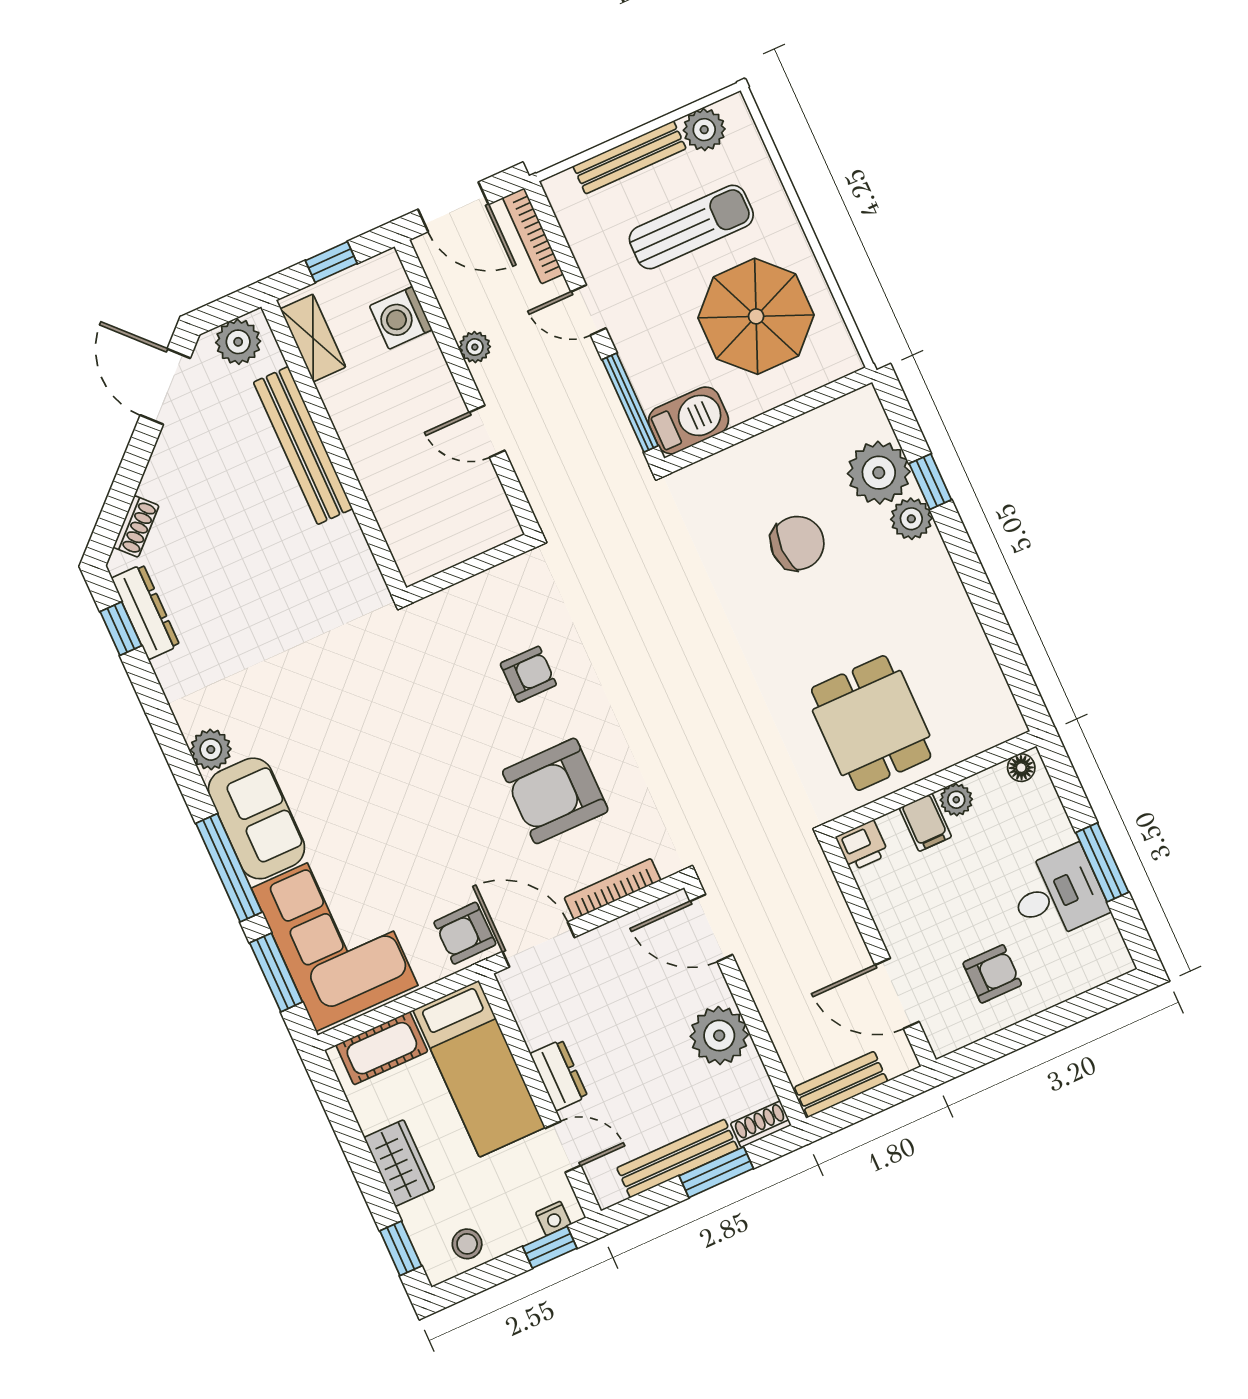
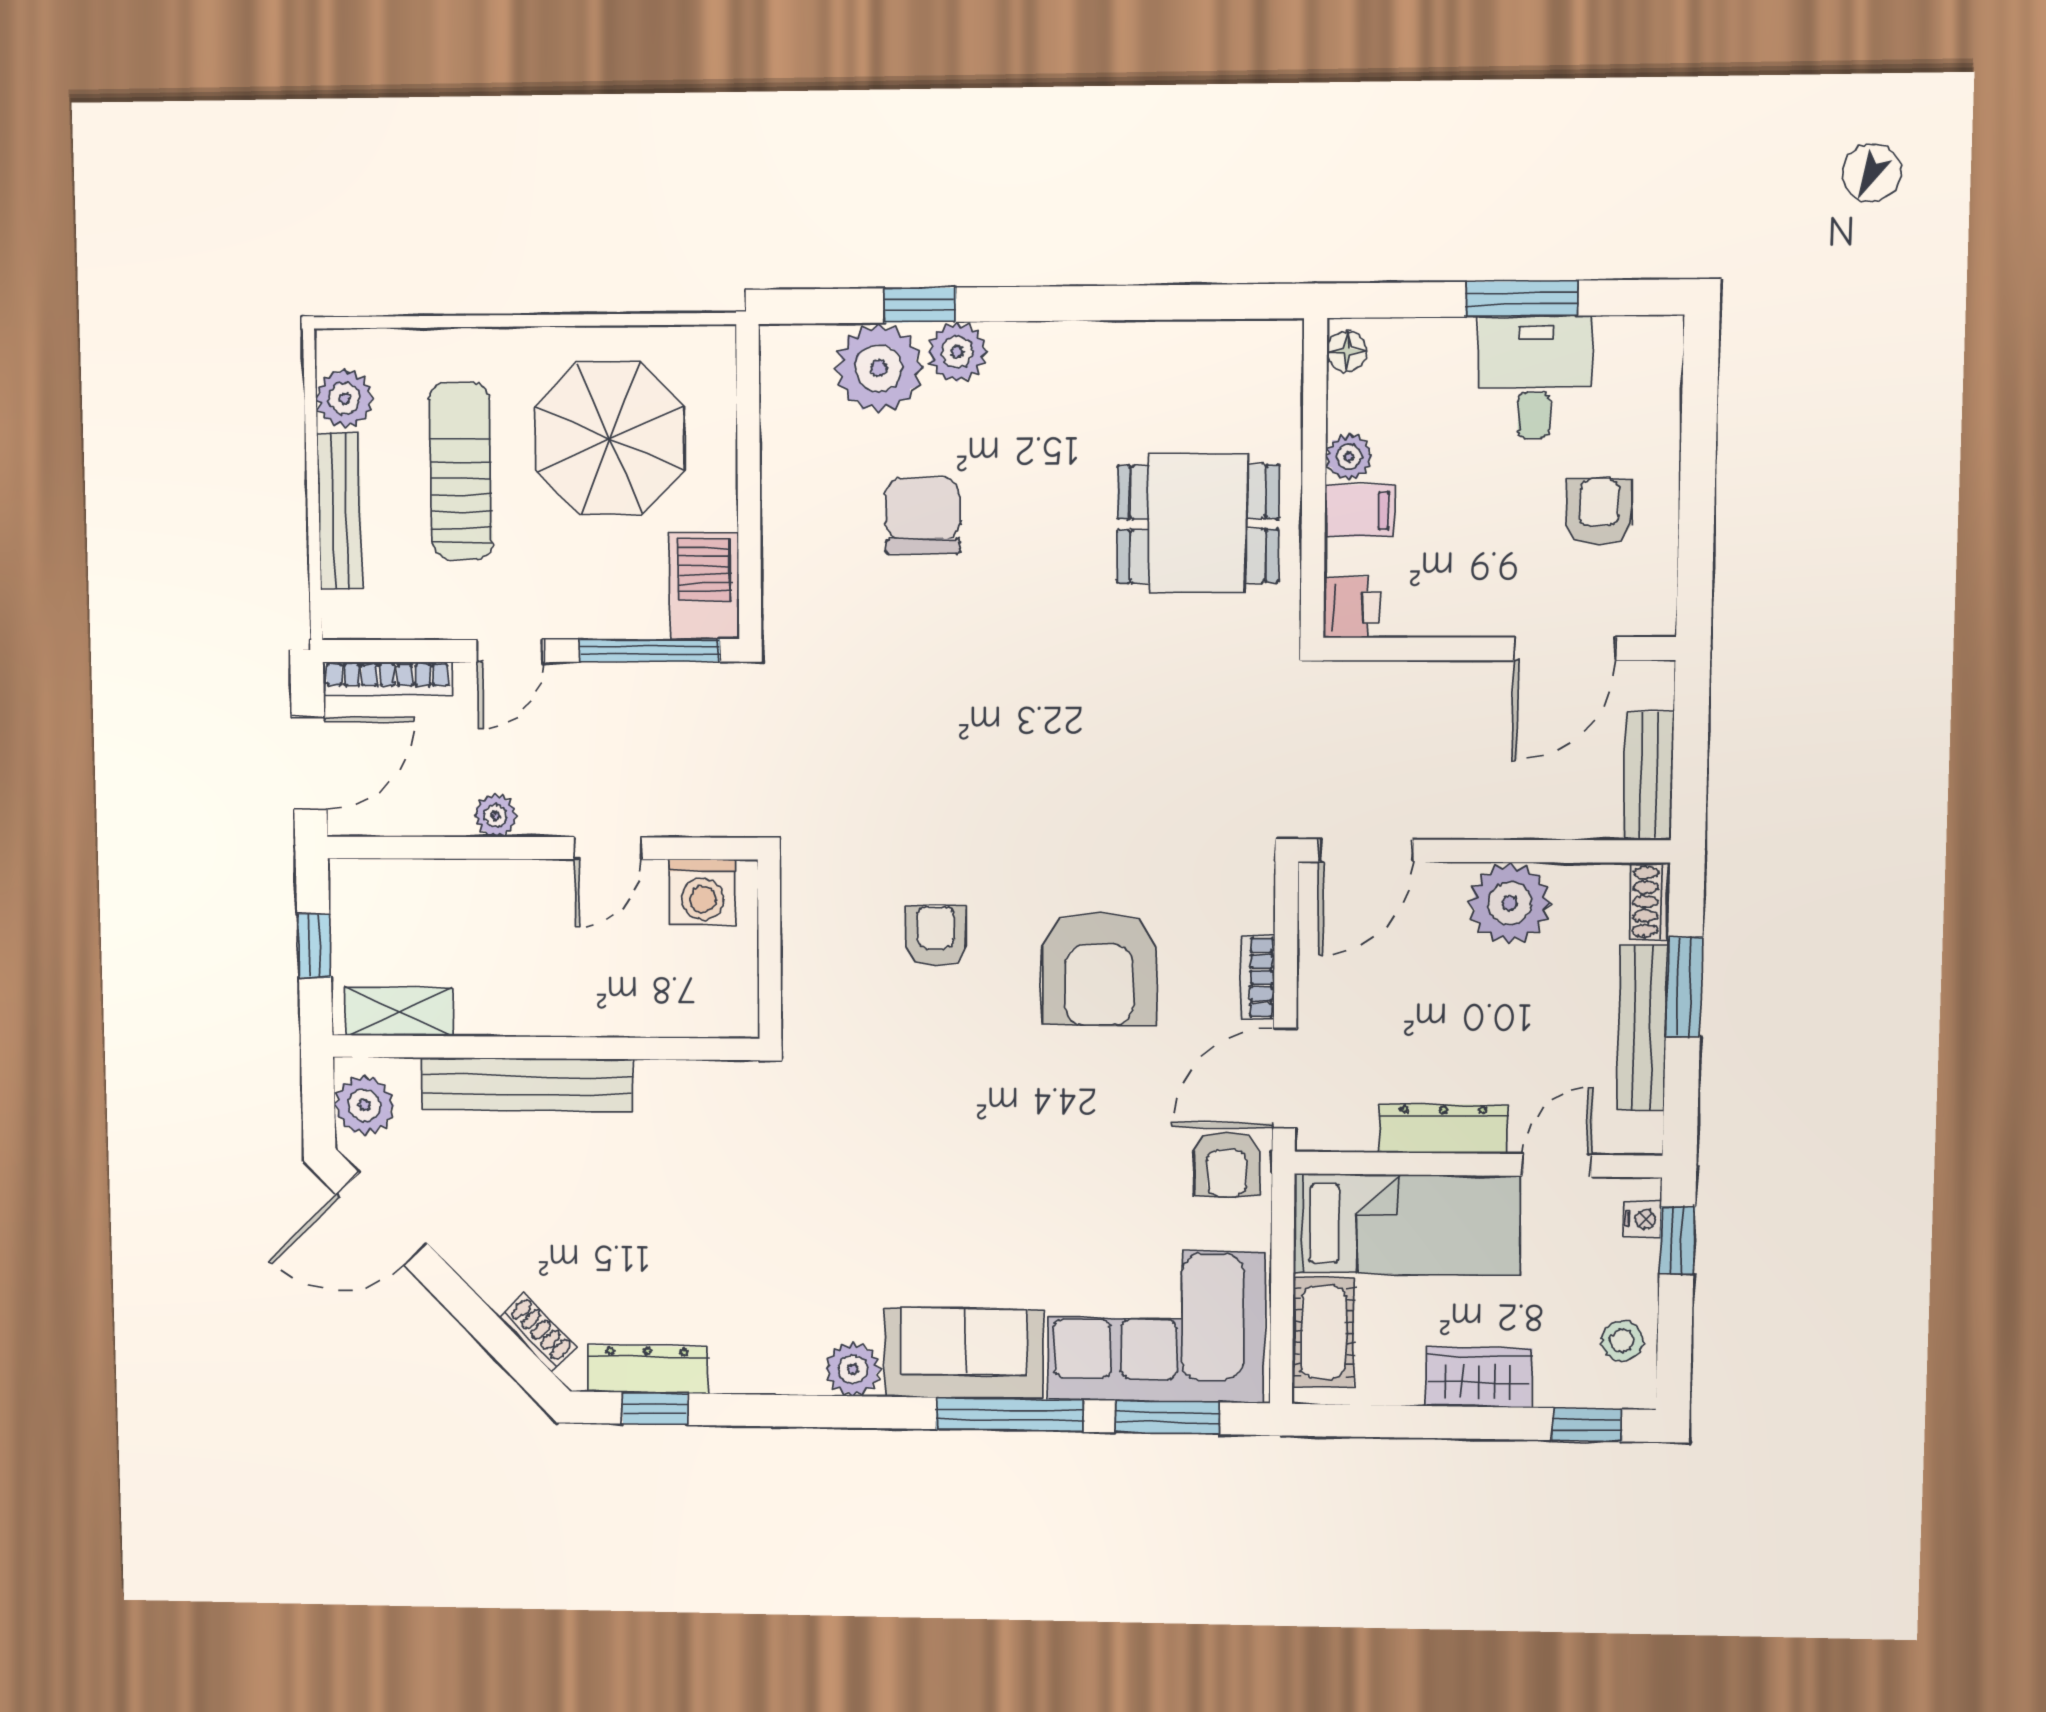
washing machine: (401, 318) -> (703, 892), moved
bookcase: (613, 889) -> (1257, 977), width x0.64
dresser: (559, 1075) -> (1443, 1129), width x1.44

